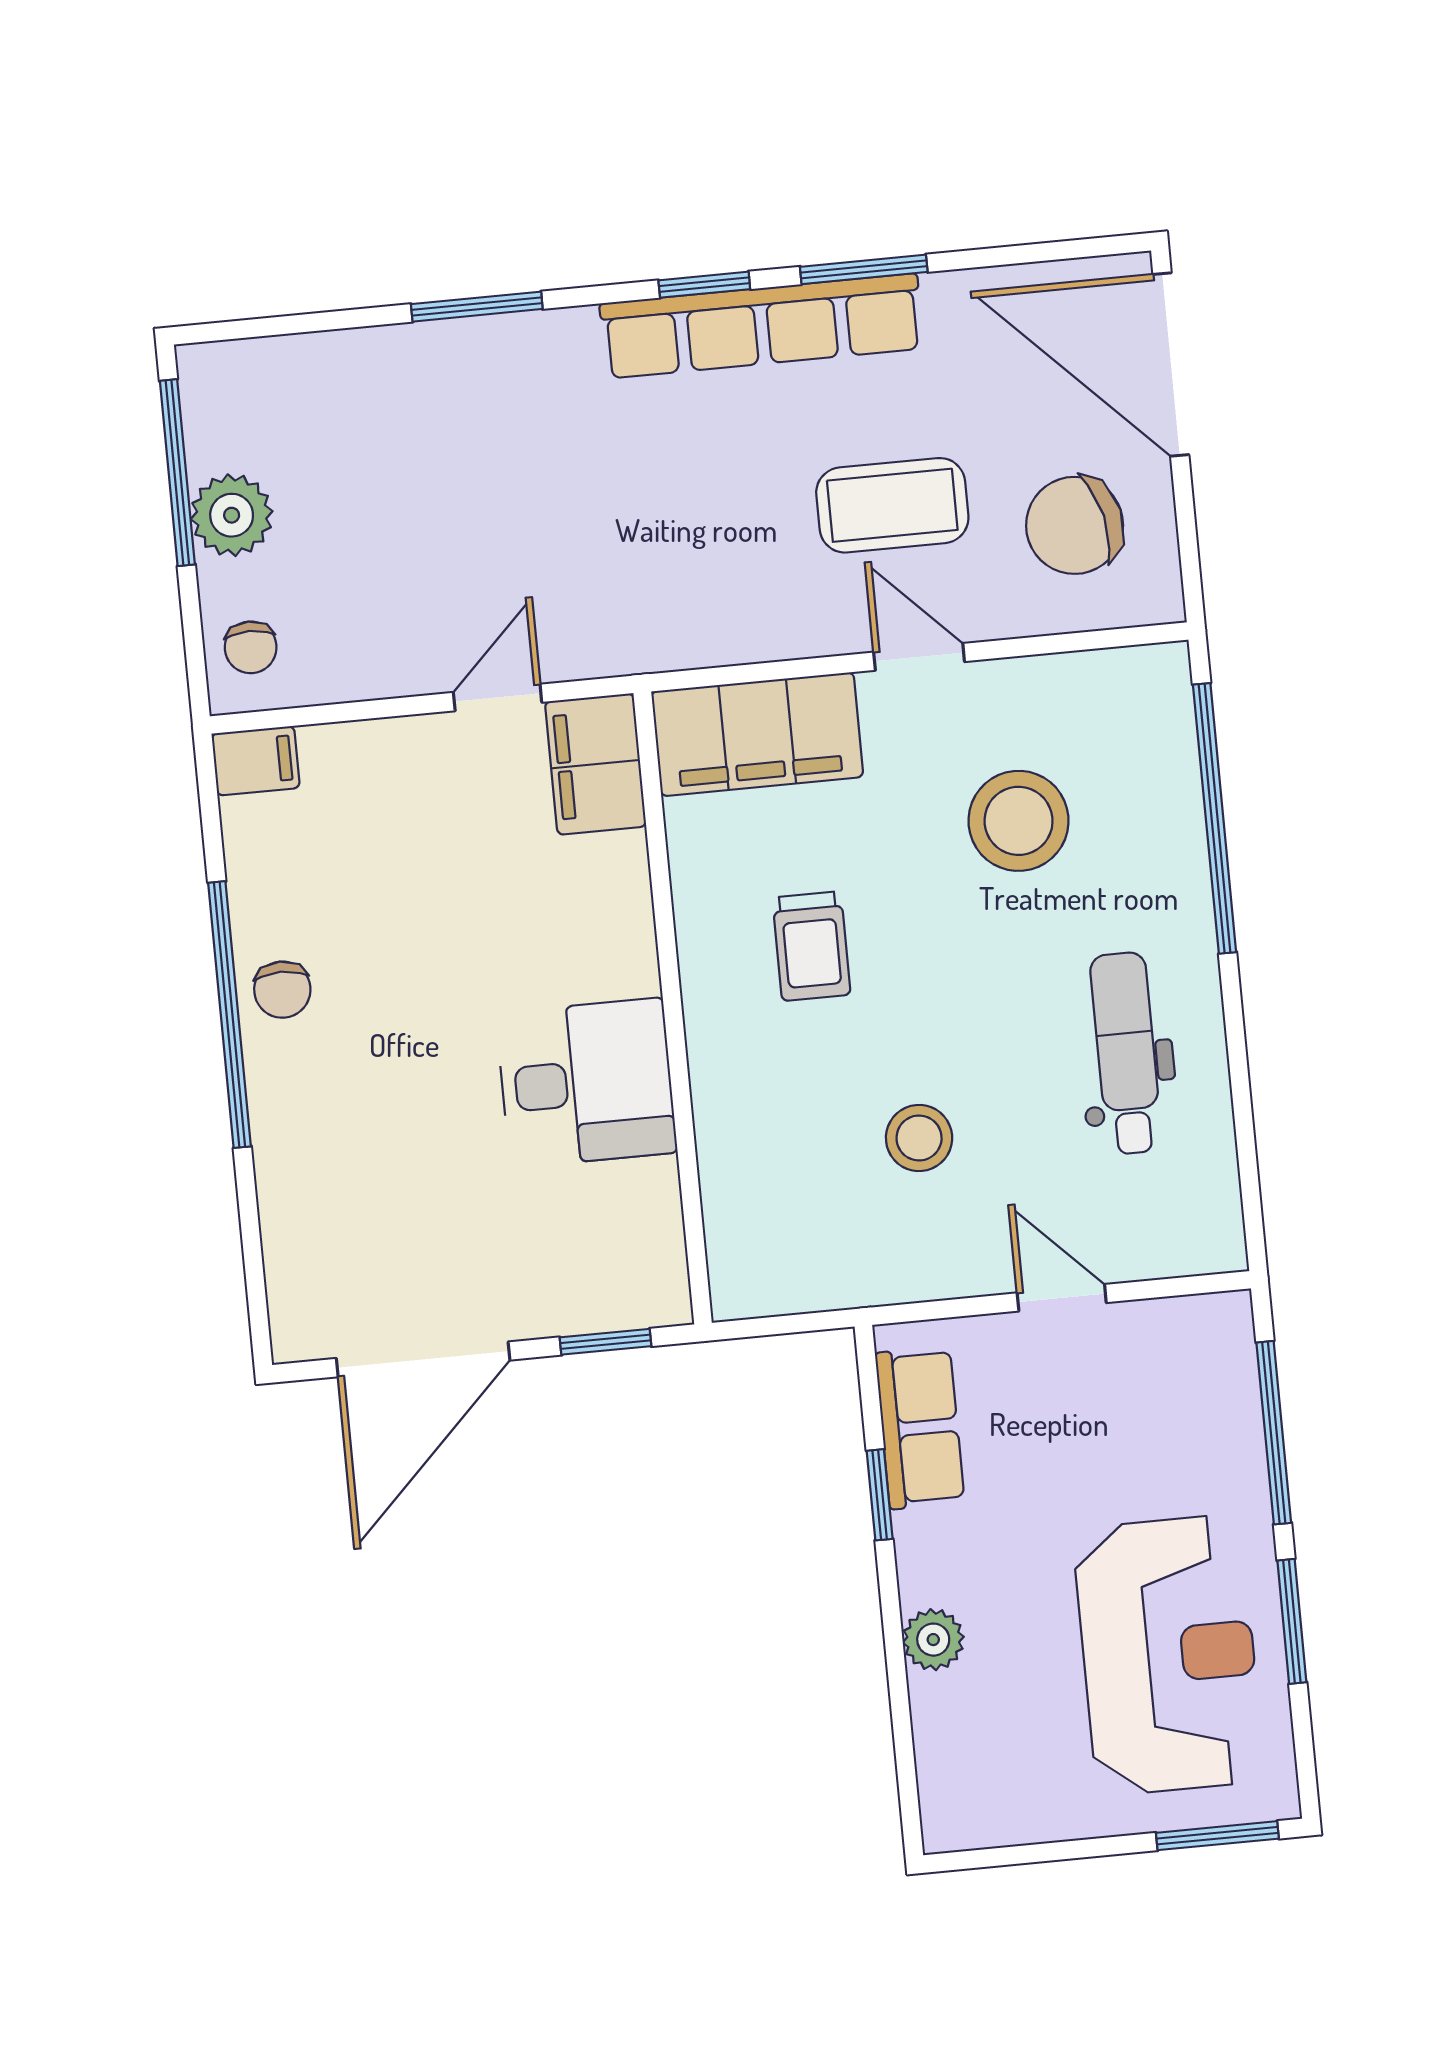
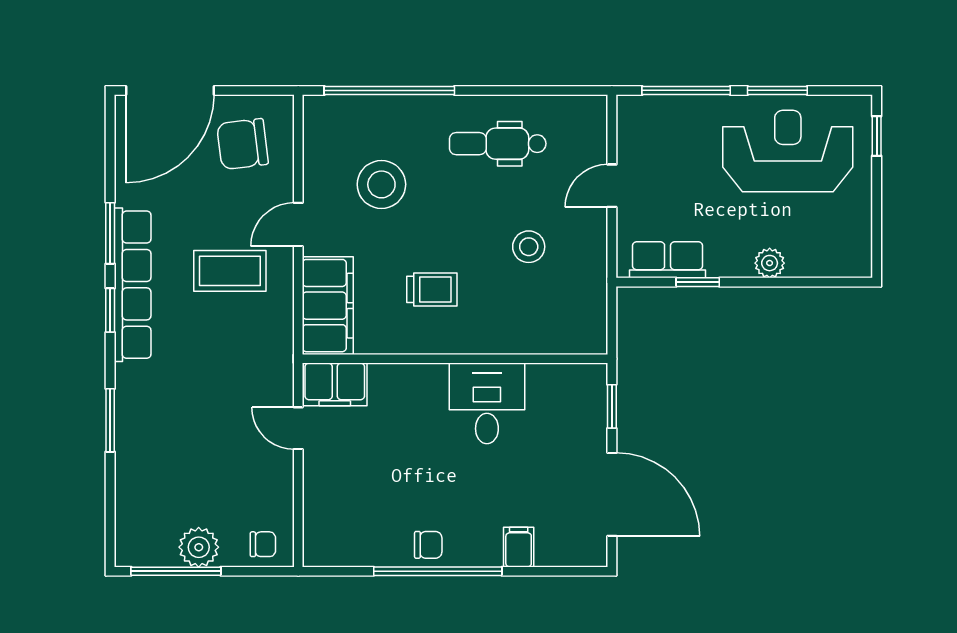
coffee table: (892, 505) -> (230, 271), moved, turned 90
chair: (1075, 525) -> (243, 144), turned 96
filing cabinet: (256, 761) -> (519, 547), moved
window: (1217, 1836) -> (877, 136), width x0.67

